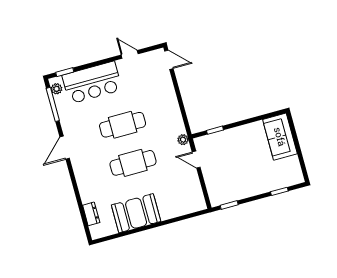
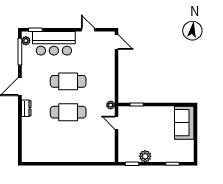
plant: (243, 191) -> (145, 156), added
booth: (136, 213) -> (60, 151), removed
dresser: (91, 214) -> (26, 108), moved

